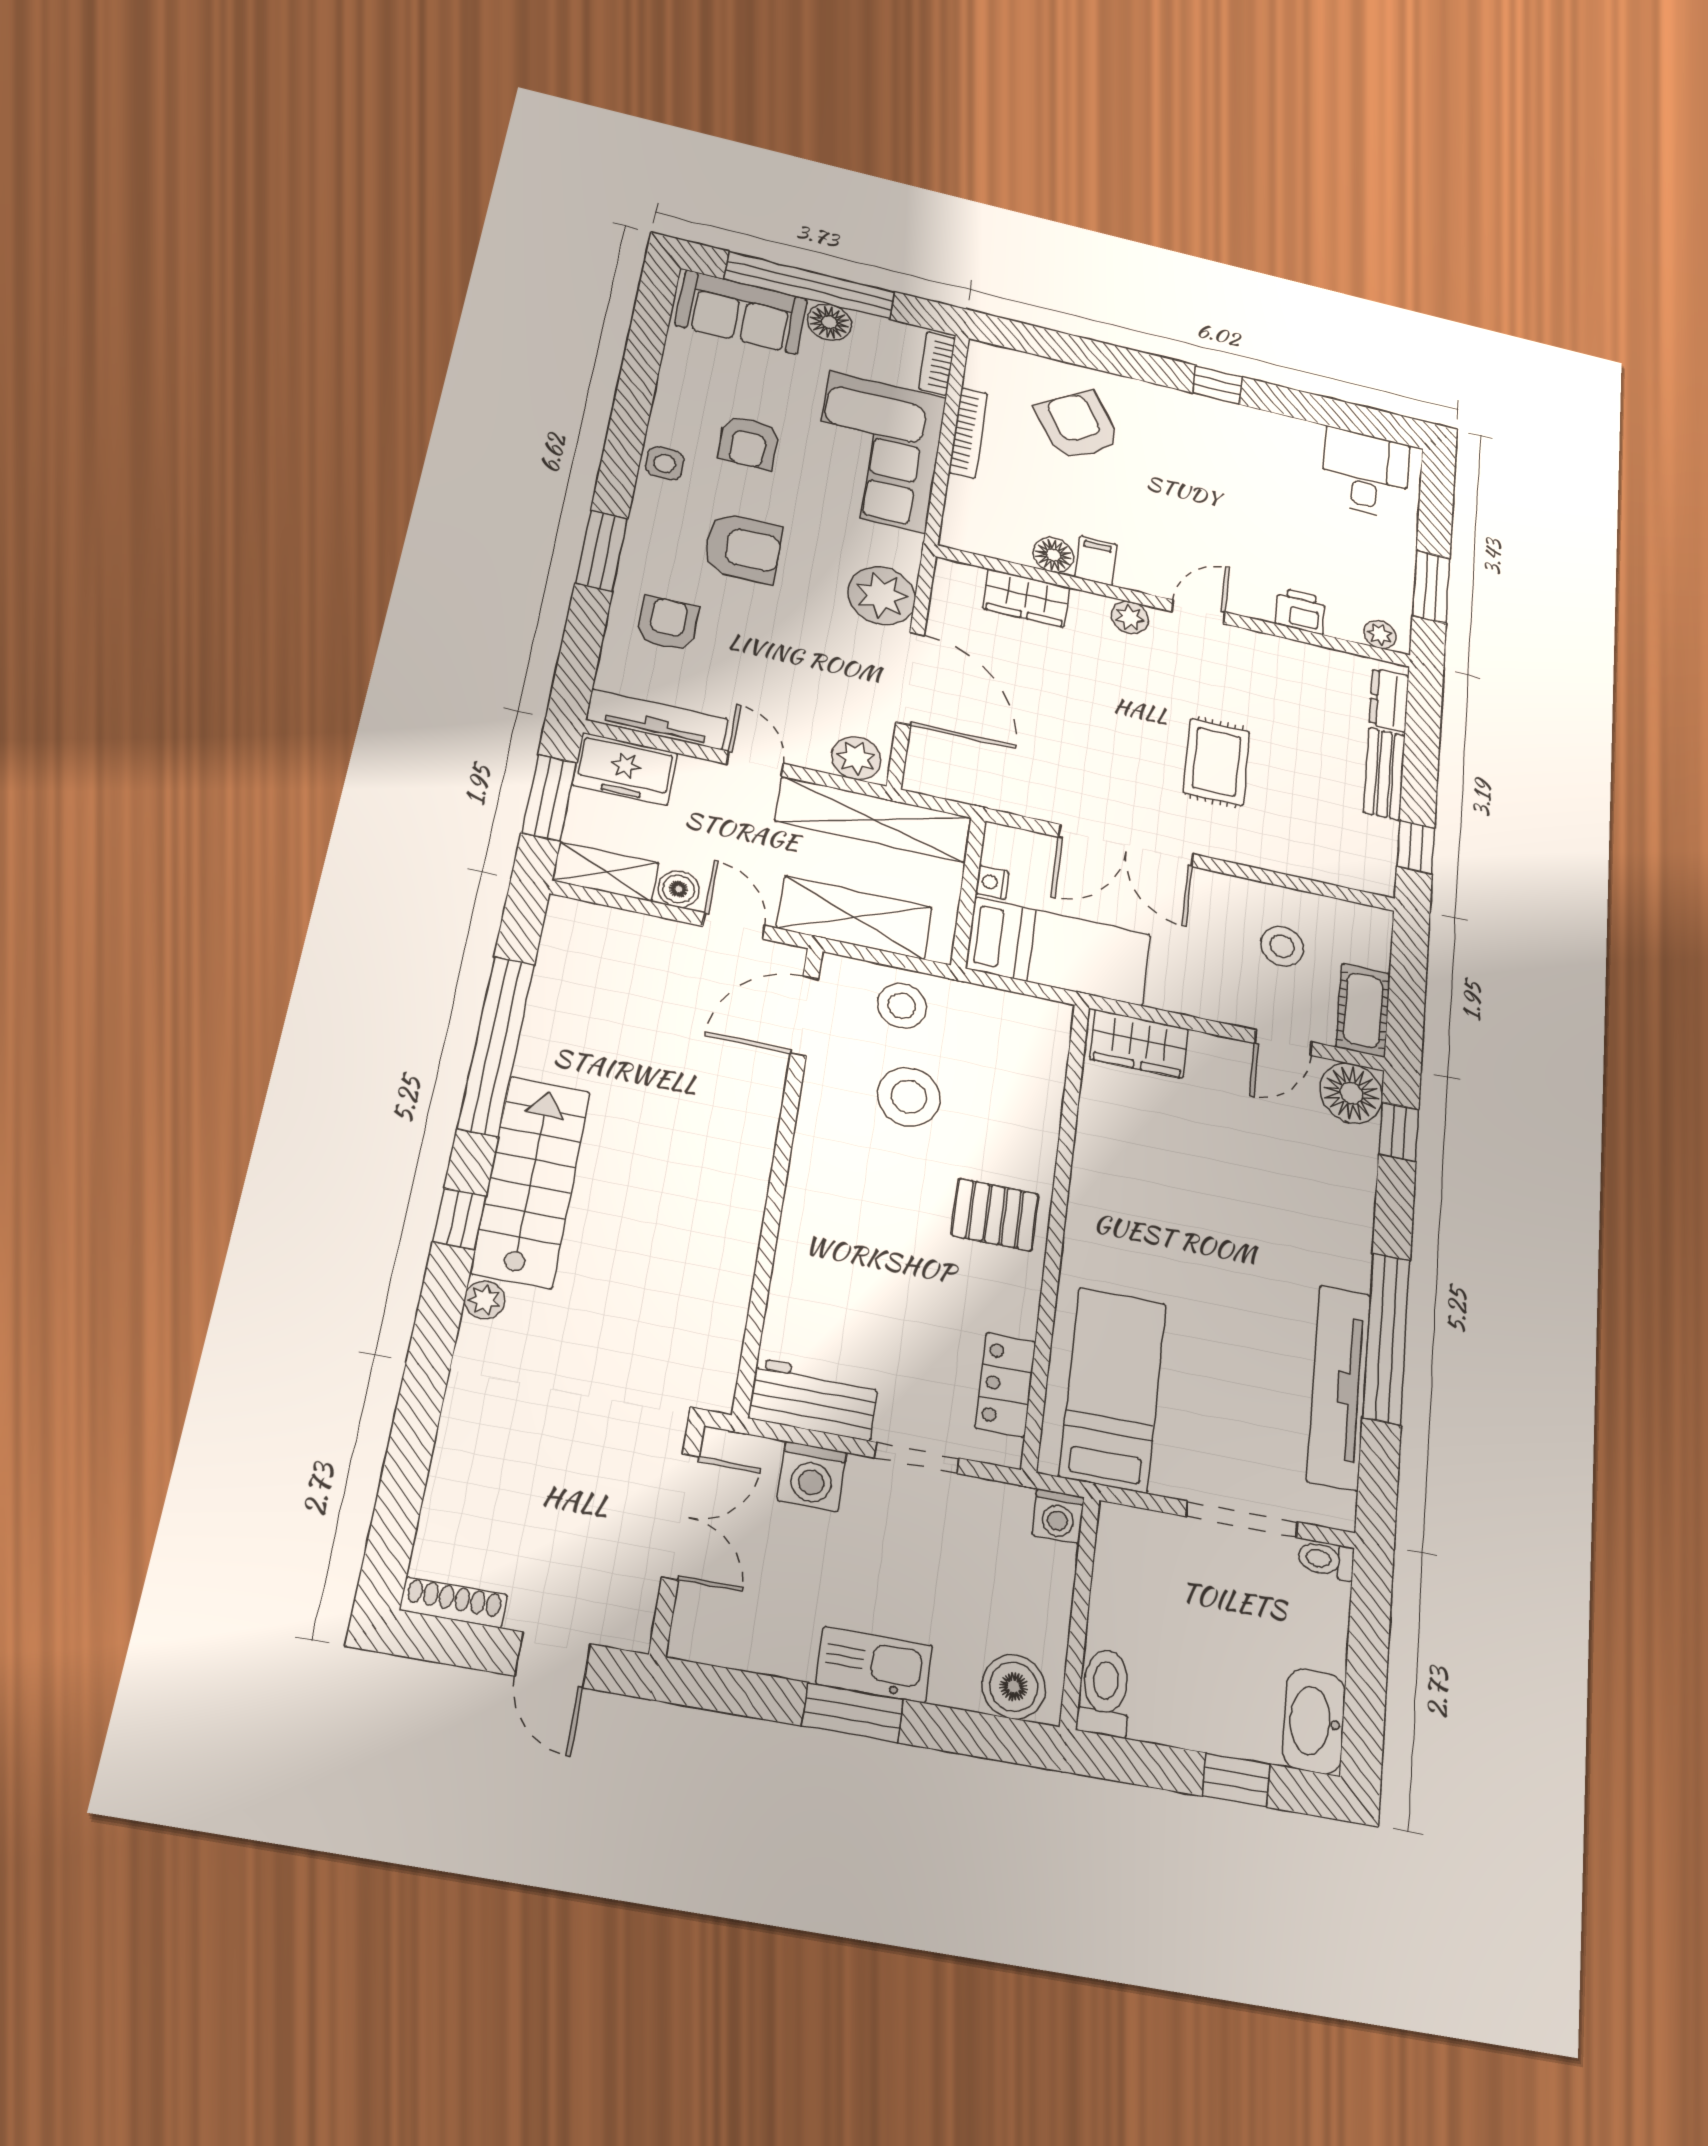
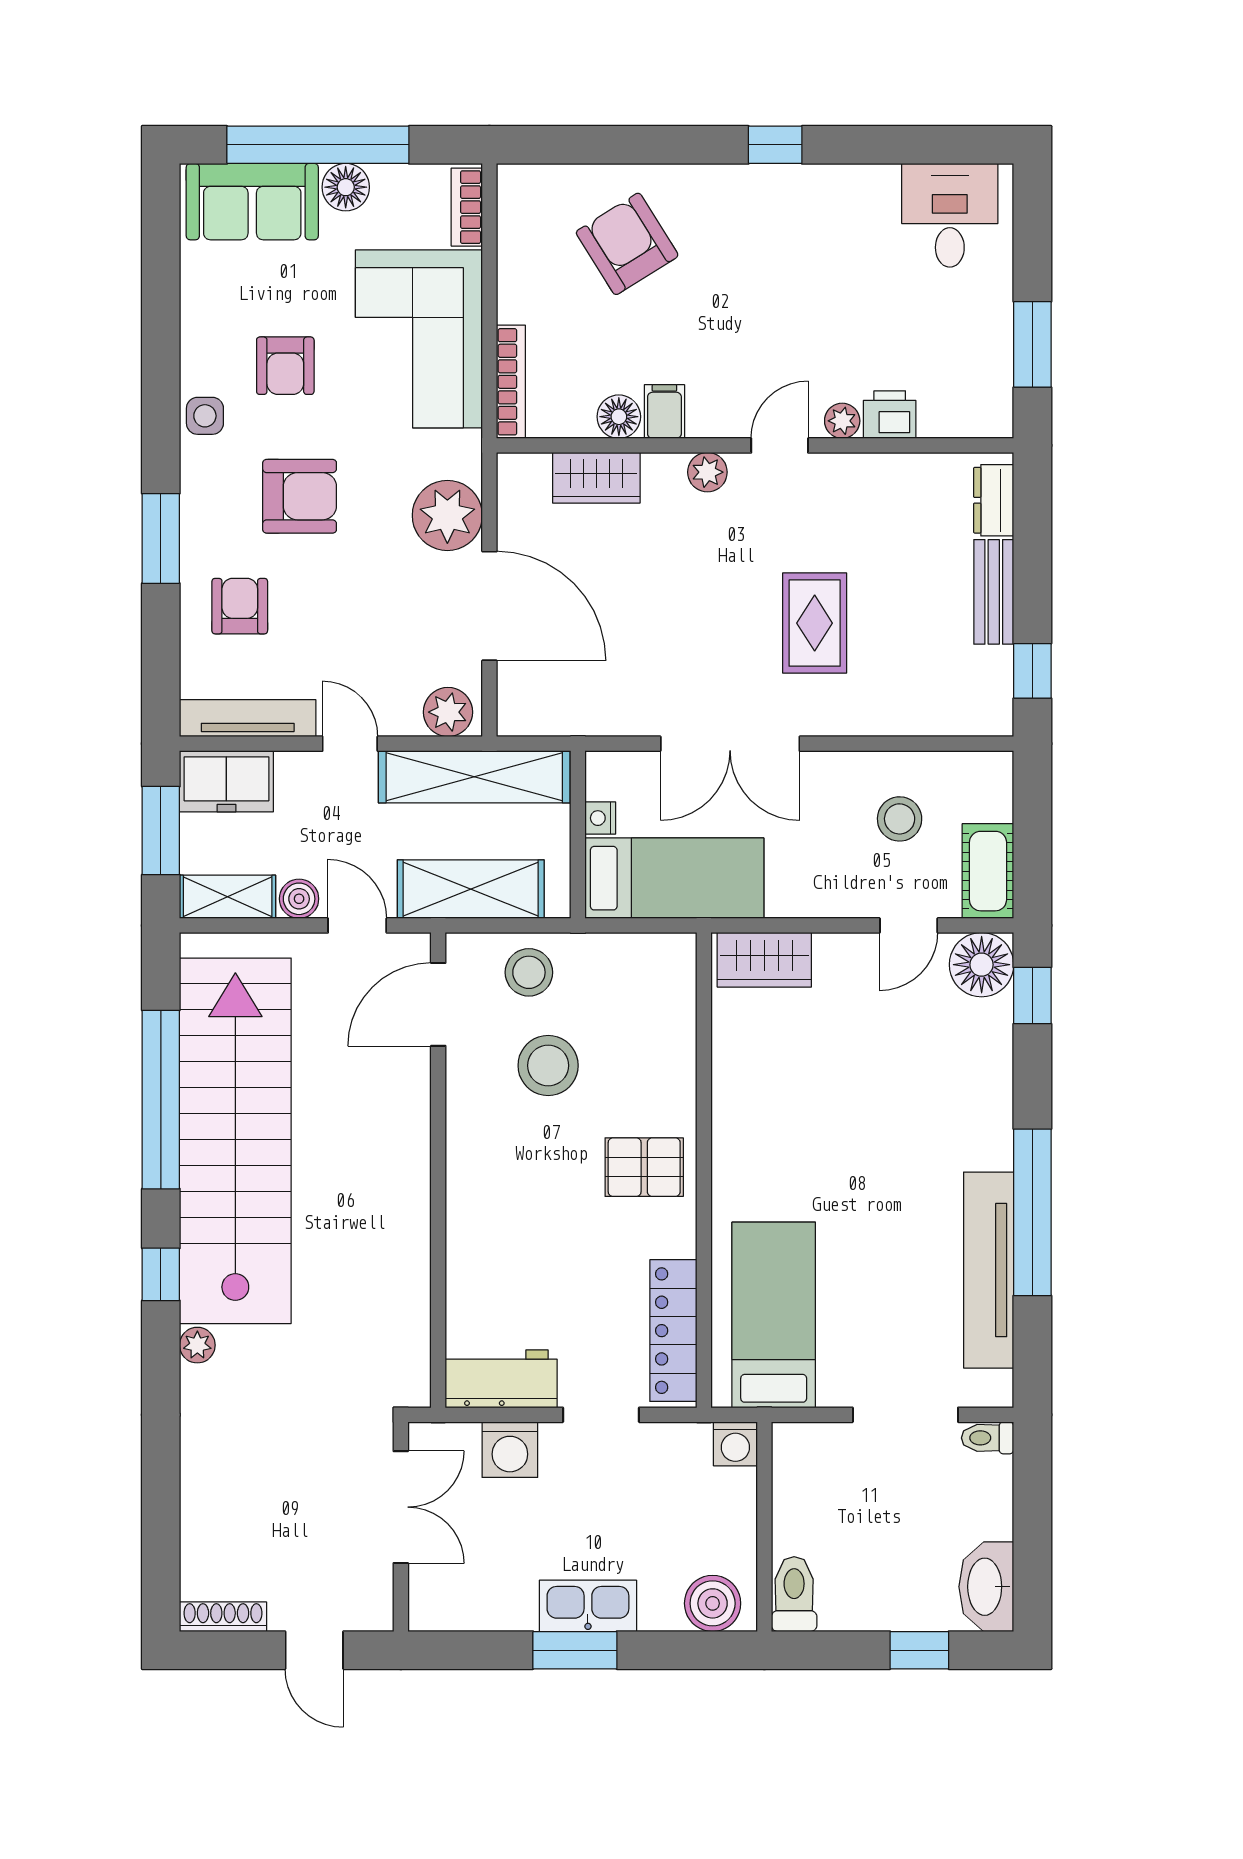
bookcase: (968, 433) -> (511, 382), moved
plant: (1380, 634) -> (842, 421), moved
stairs: (531, 1181) -> (235, 1141), width x1.86, depth x1.51
locker: (1005, 1385) -> (673, 1331), width x1.53

